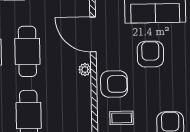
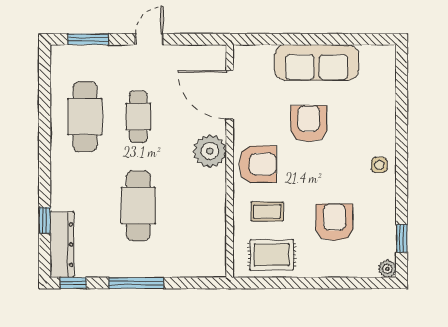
cafe table: (27, 51) -> (138, 117), width x0.73, depth x0.74
plant: (85, 70) -> (210, 151), width x1.88, depth x1.88

